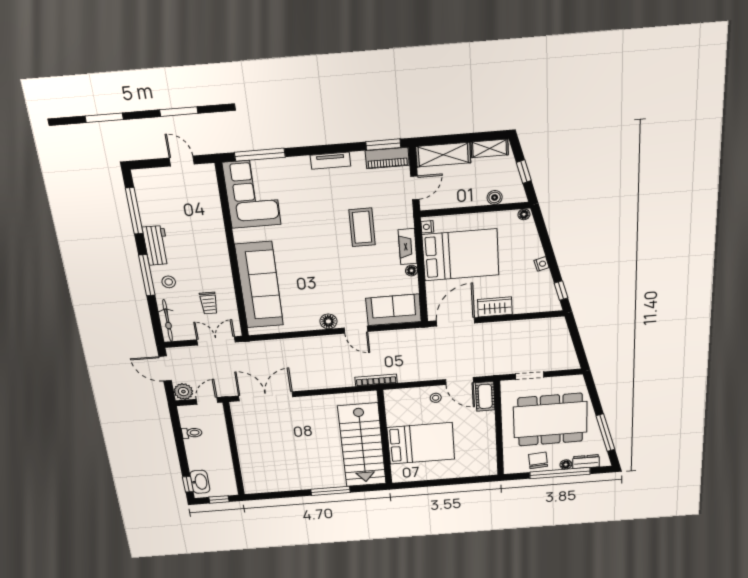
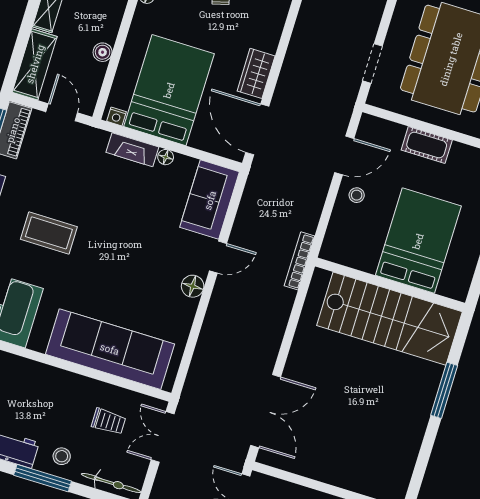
boiler: (495, 197) -> (103, 52), moved
coffee table: (362, 227) -> (49, 233), moved
double door: (266, 396) -> (266, 411), swing flipped
cot: (485, 396) -> (427, 145), moved

